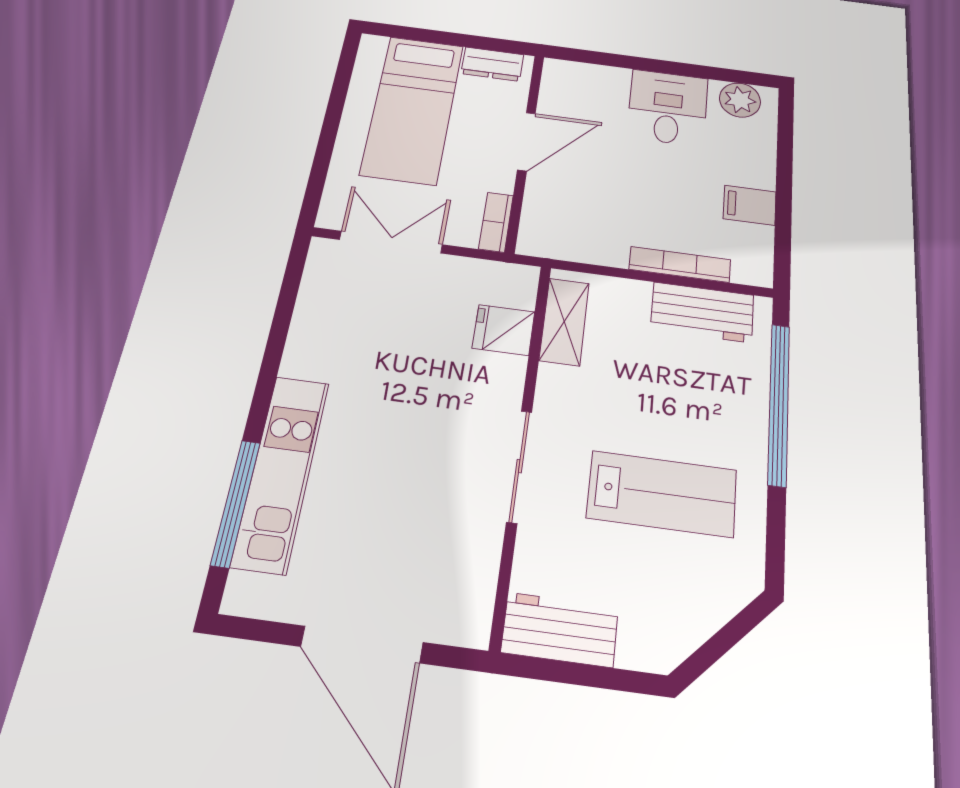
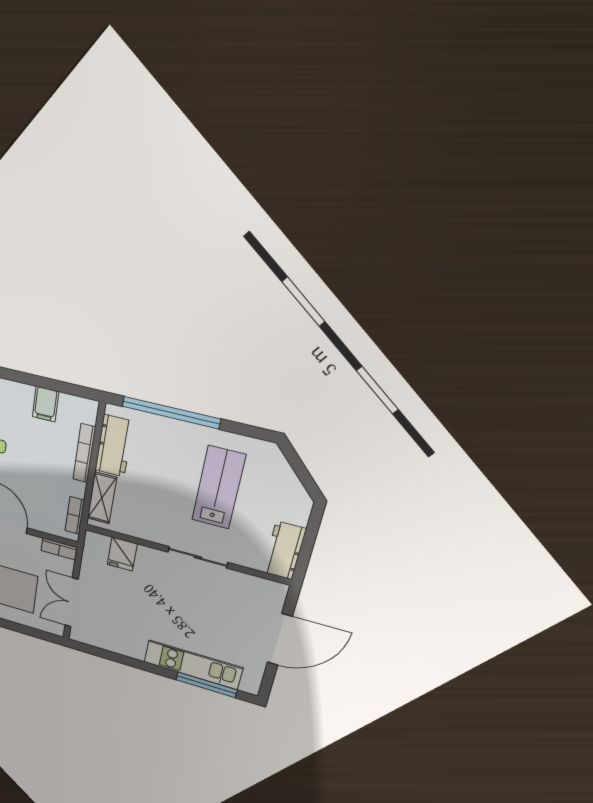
bookcase: (565, 249) -> (75, 515), added
shelving: (564, 322) -> (102, 498), moved, turned 90

